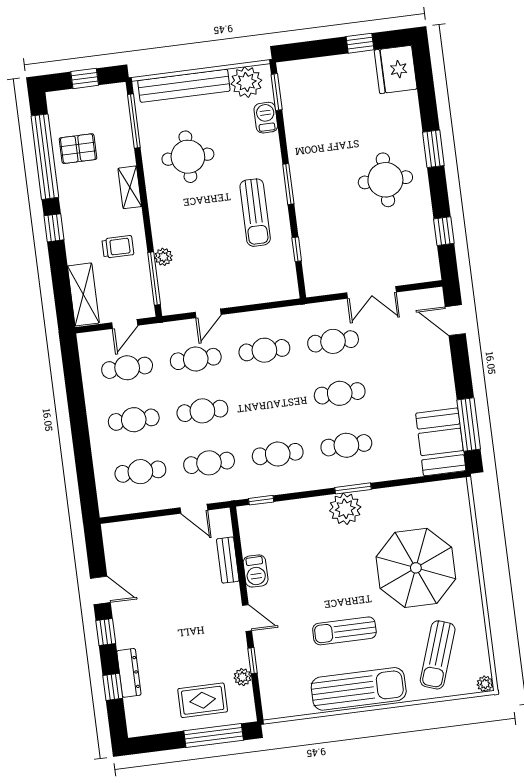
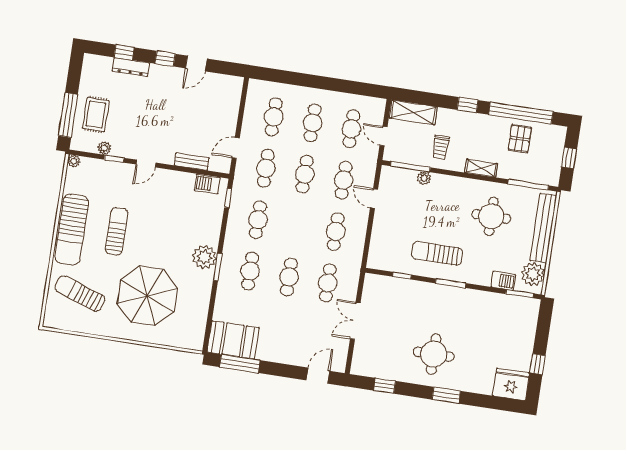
barbecue: (256, 571) -> (207, 184), moved
plant: (485, 684) -> (74, 161), moved

